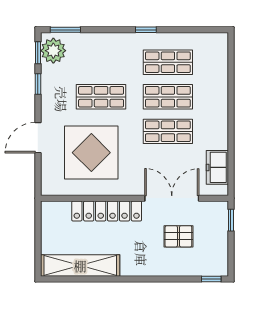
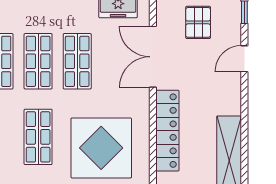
pallet: (178, 236) -> (198, 22), moved
door: (170, 279) -> (244, 59), added

